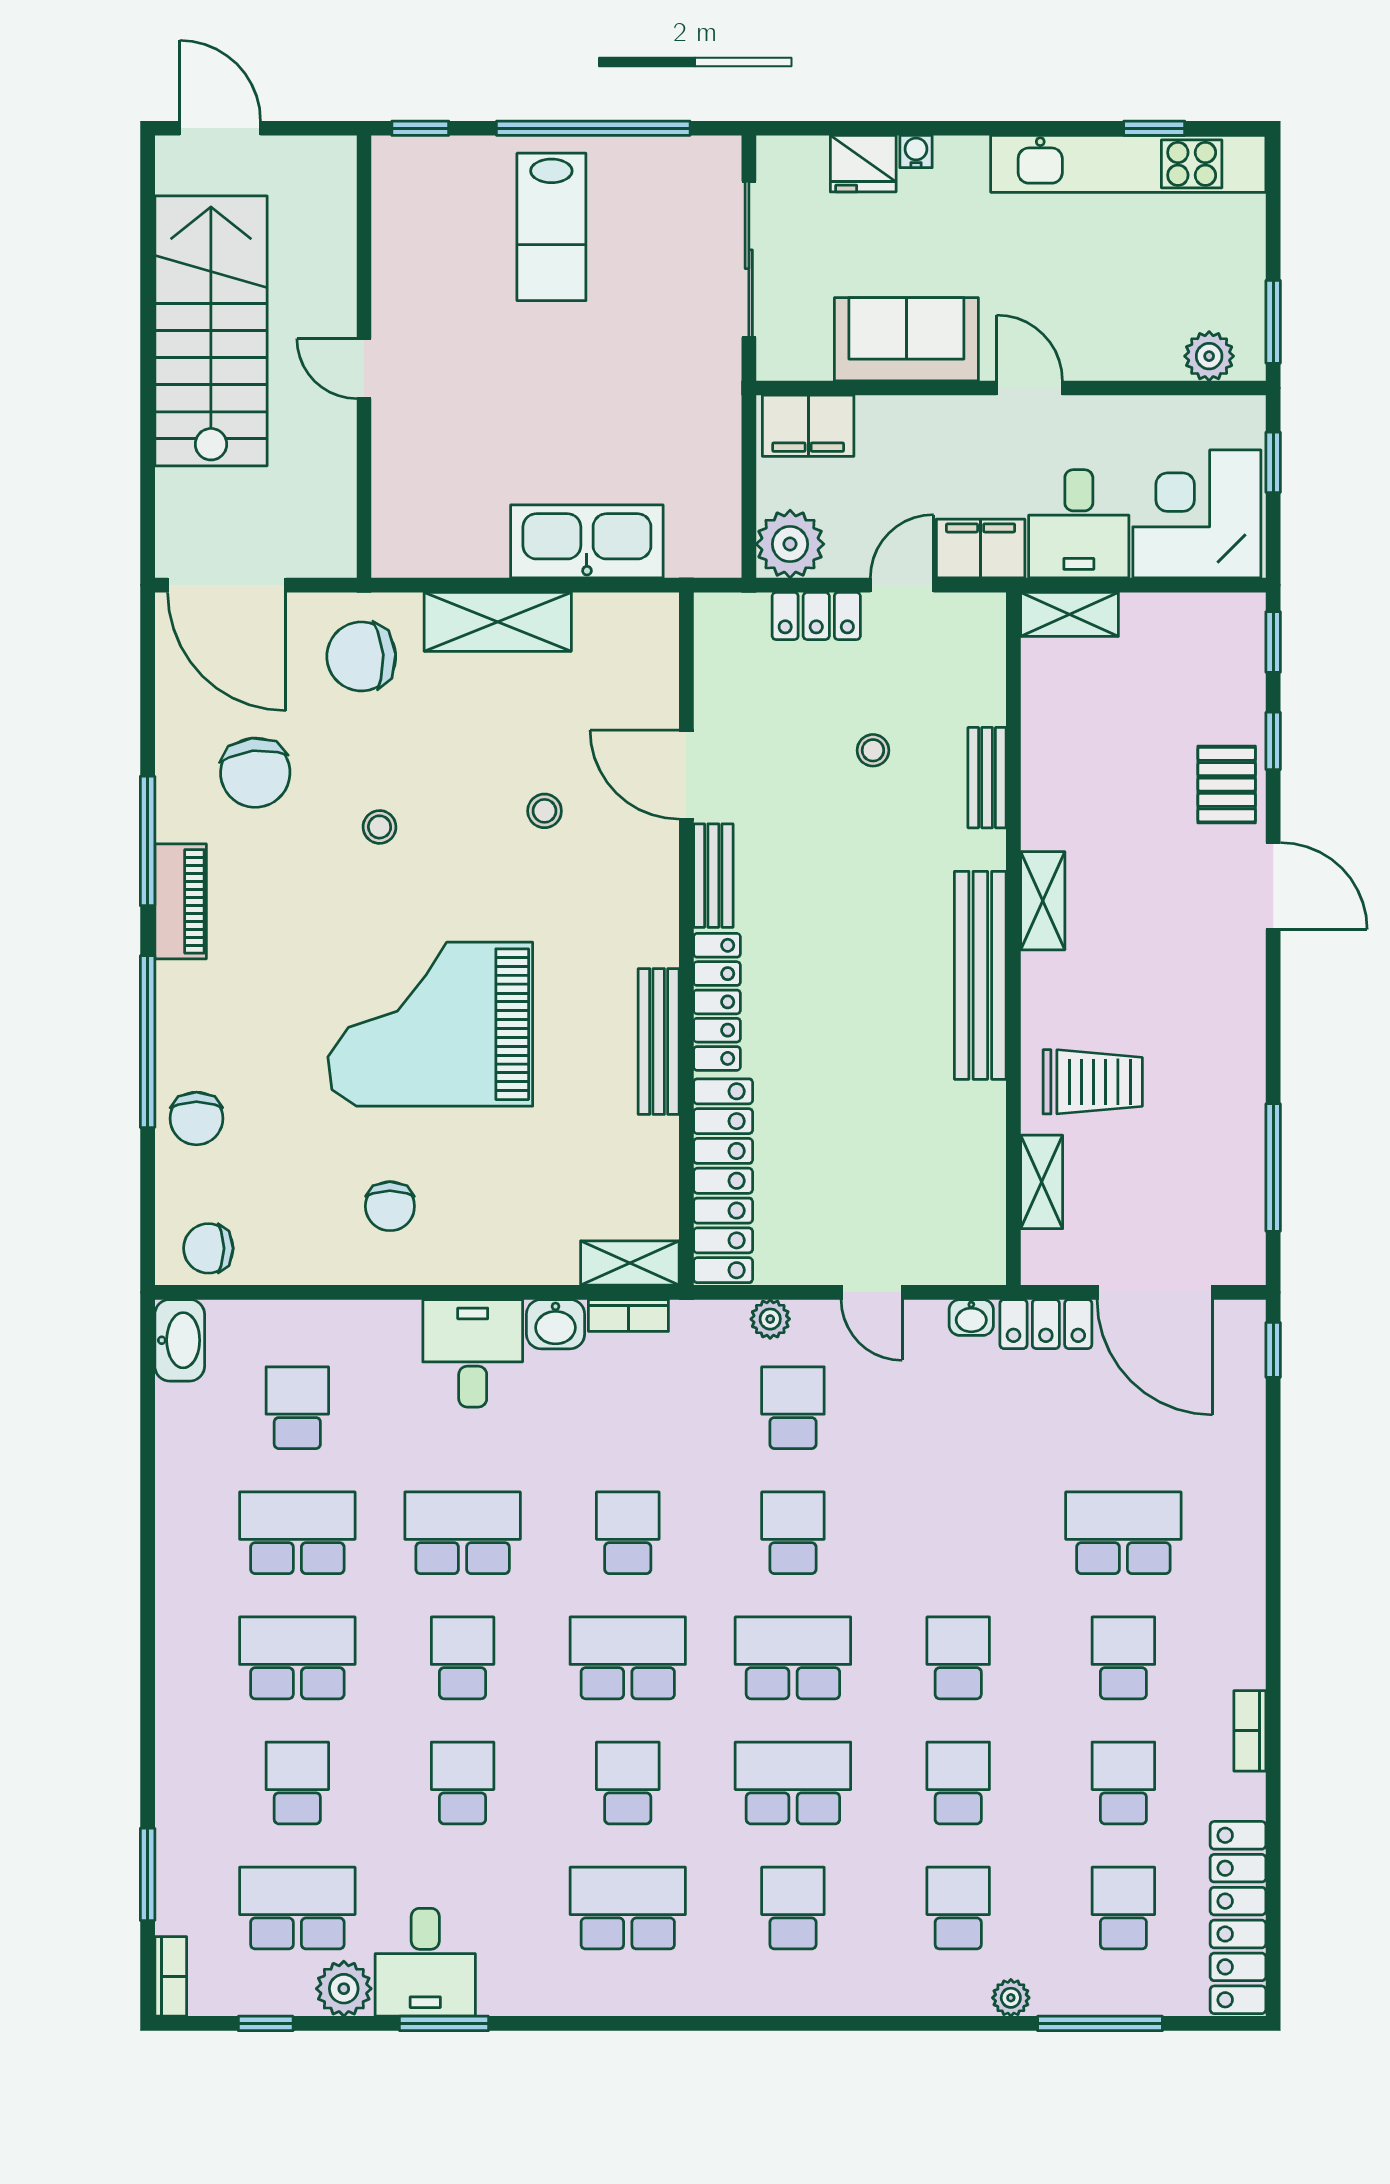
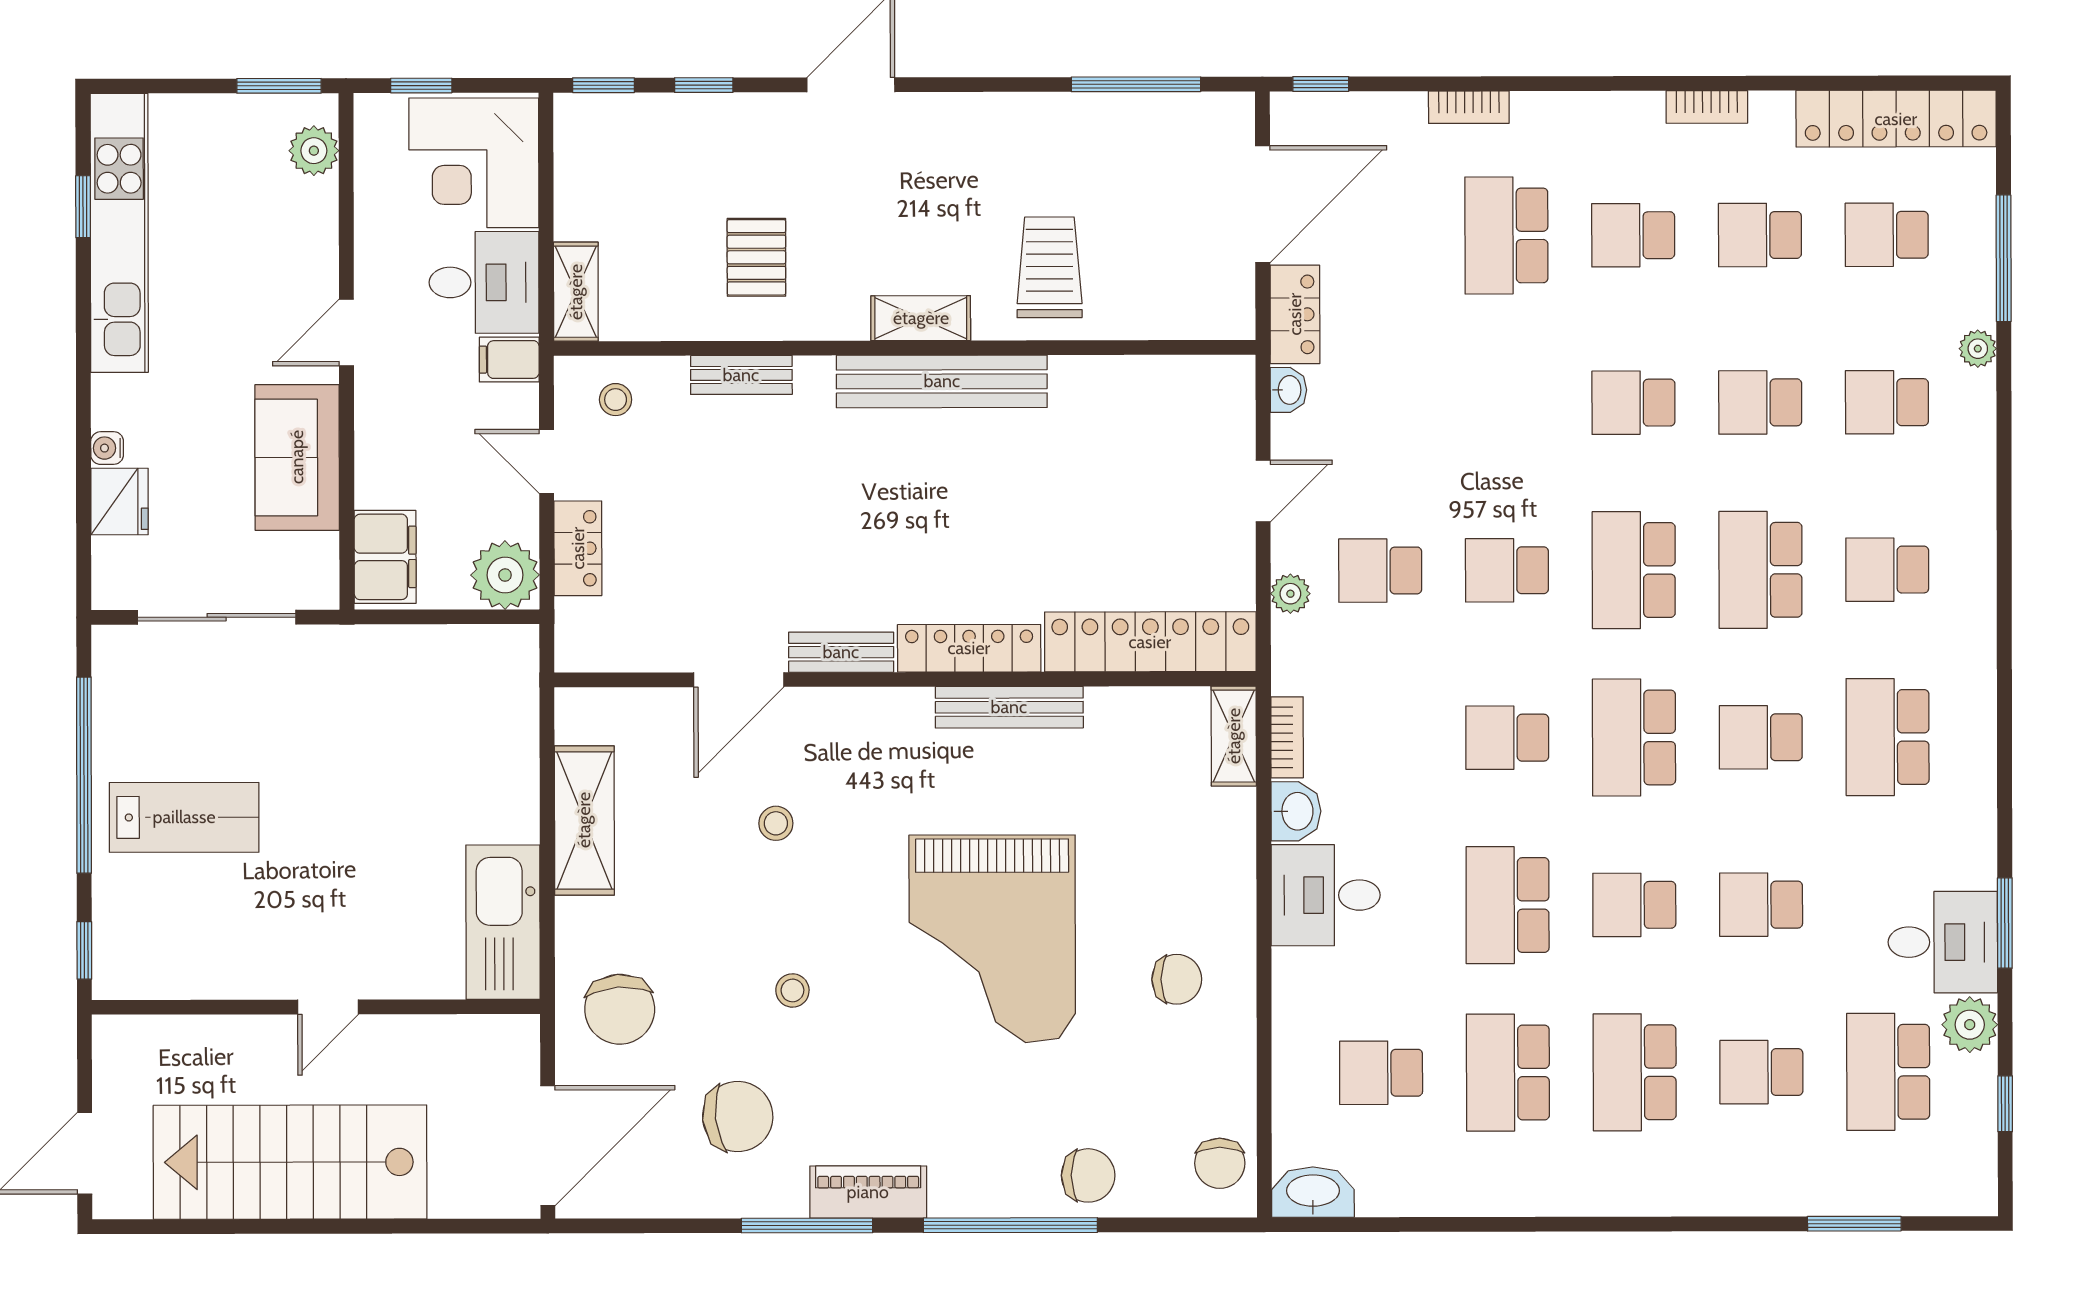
kitchen sink: (587, 541) -> (503, 922), moved
filing cabinet: (981, 549) -> (509, 360), width x0.50
shelving: (498, 622) -> (584, 820), moved
stool: (873, 750) -> (616, 400), moved
pallet: (1227, 785) -> (756, 257), moved, turned 90
shelving: (1043, 901) -> (921, 318), moved
shelving: (1042, 1182) -> (1151, 319), removed
bookcase: (171, 1976) -> (1469, 107), moved, turned 180

